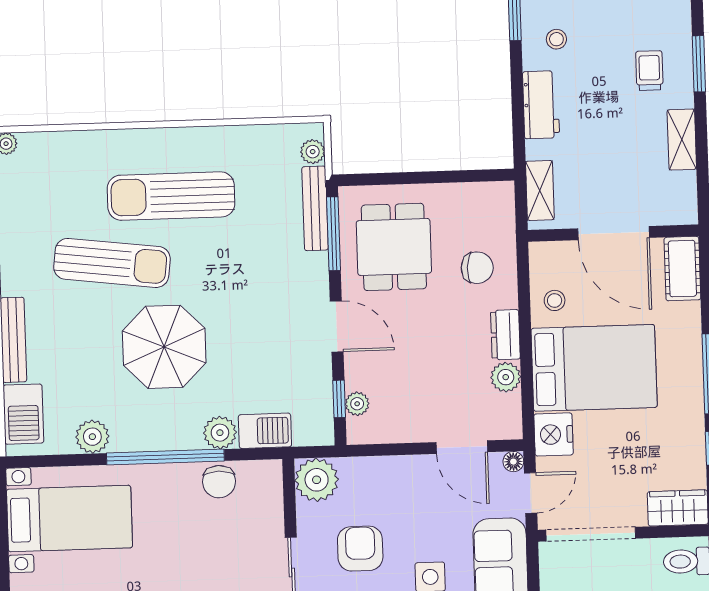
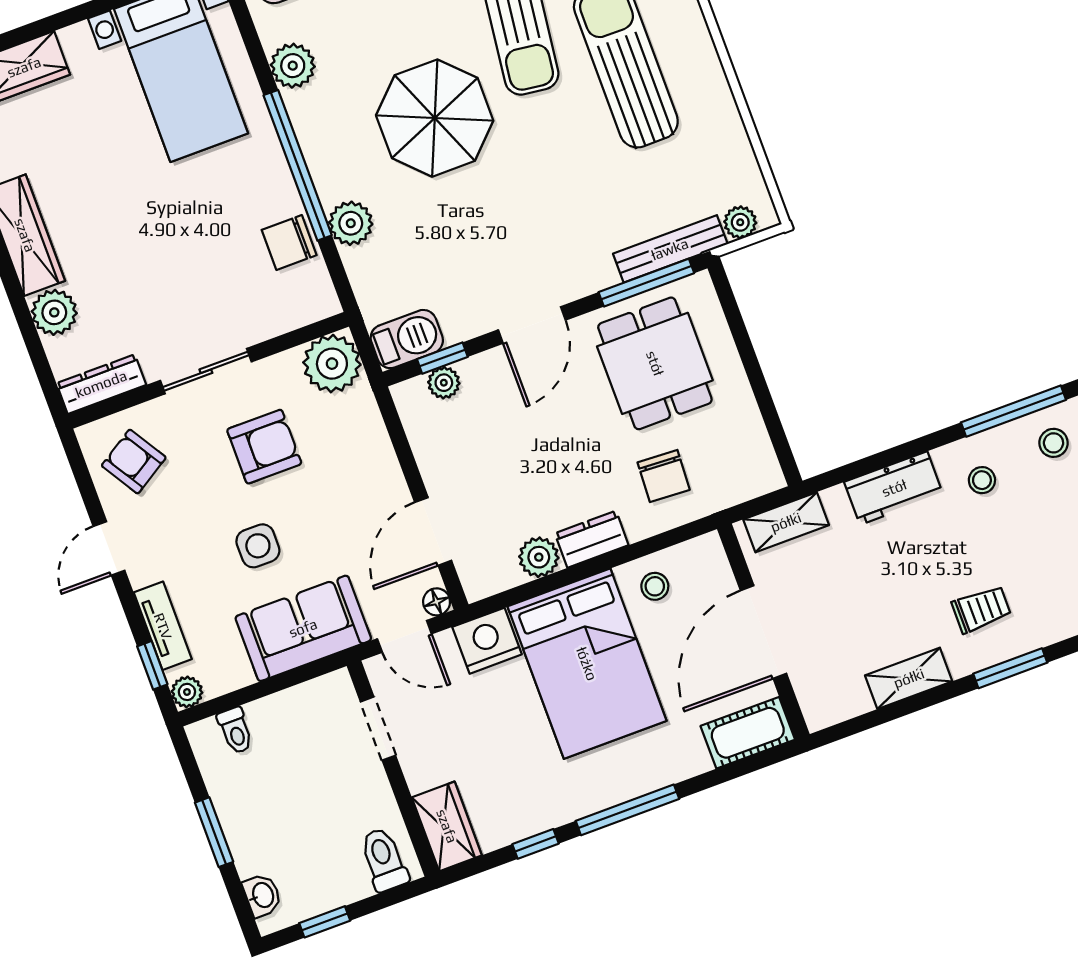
dining table: (394, 247) -> (655, 363), turned 90
barbecue: (265, 431) -> (407, 339), moved, turned -90
doorway: (591, 534) -> (378, 729), width x0.53

